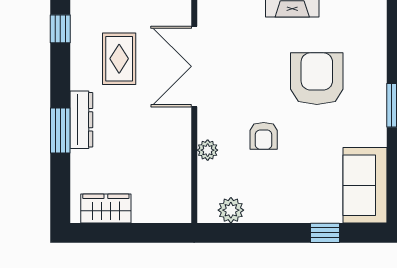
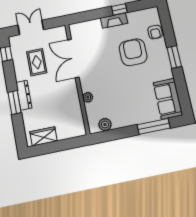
armchair: (264, 136) -> (155, 32), moved
window: (325, 233) -> (154, 126), width x2.17

